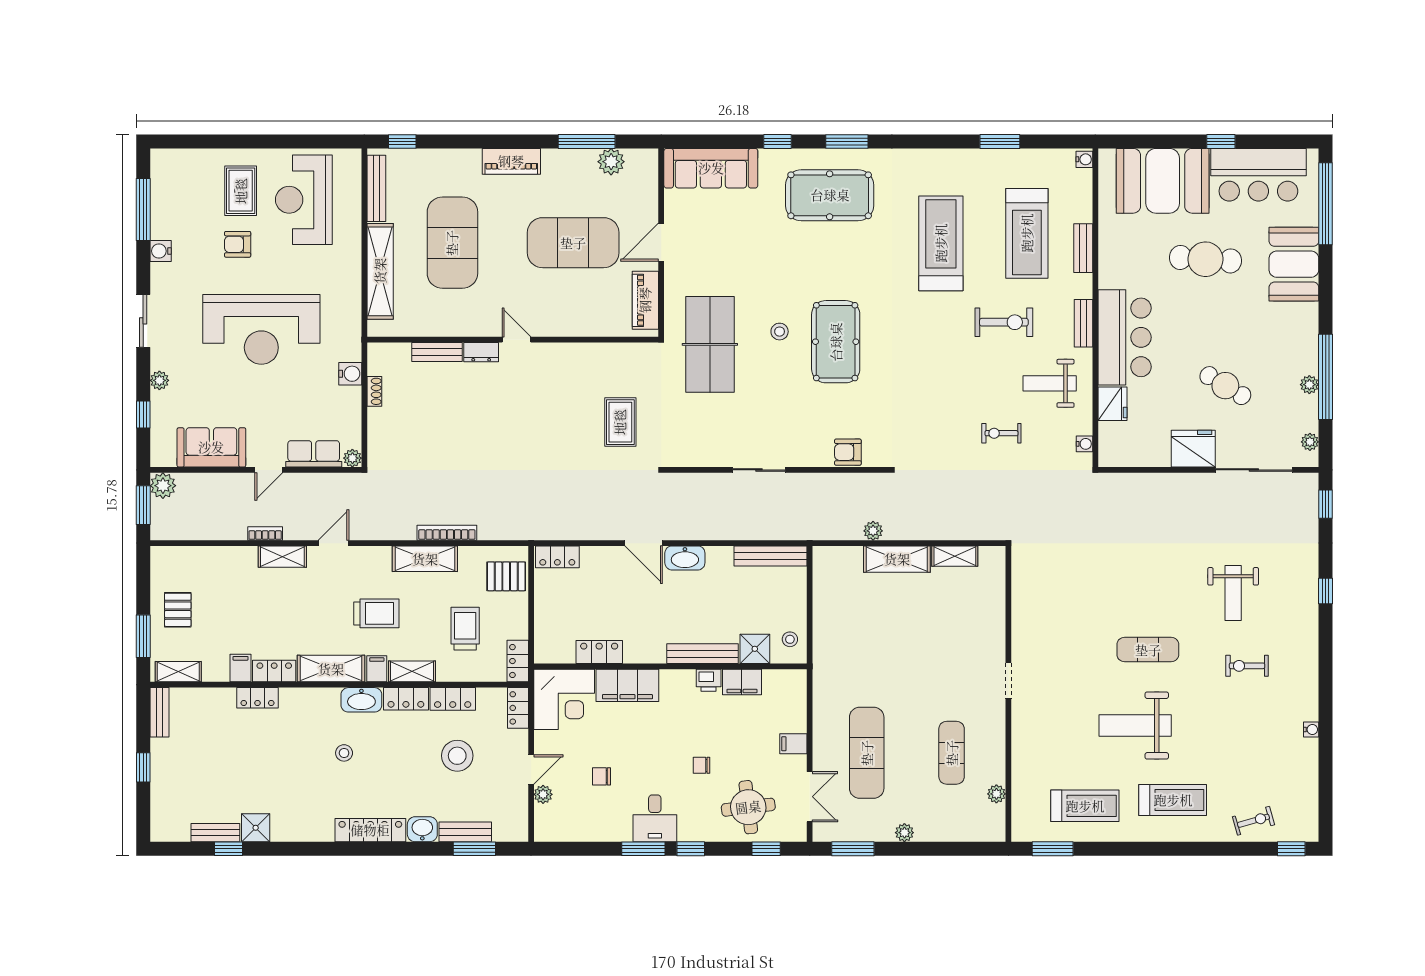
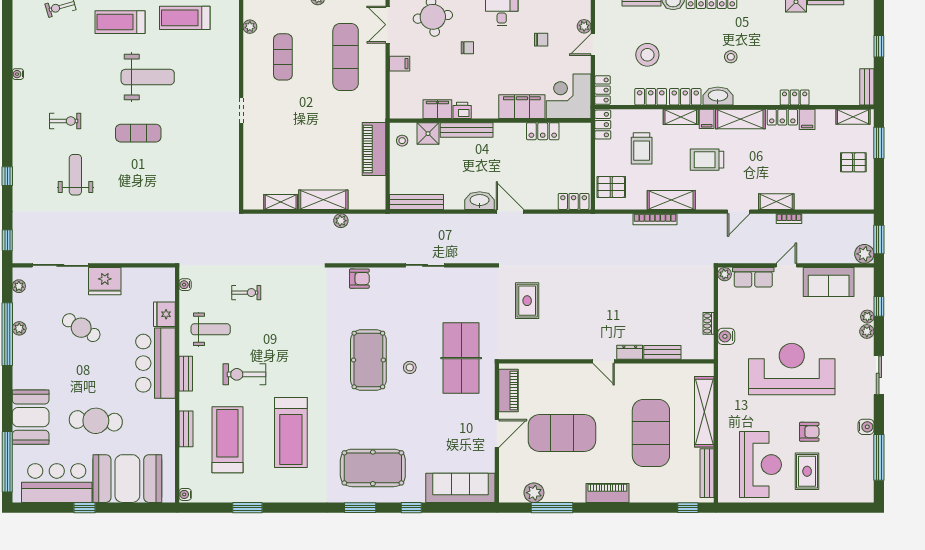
plant: (159, 401) -> (867, 317), added
pallet: (178, 610) -> (853, 162), turned 90
piano: (828, 628) -> (374, 149), added

